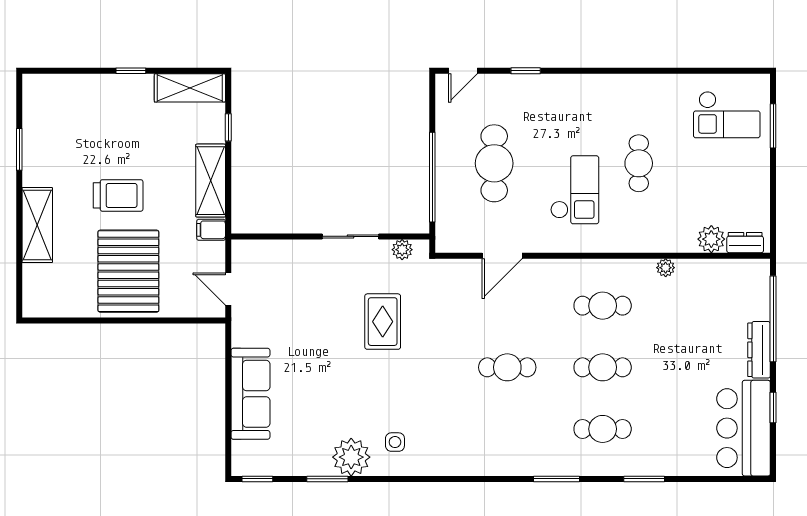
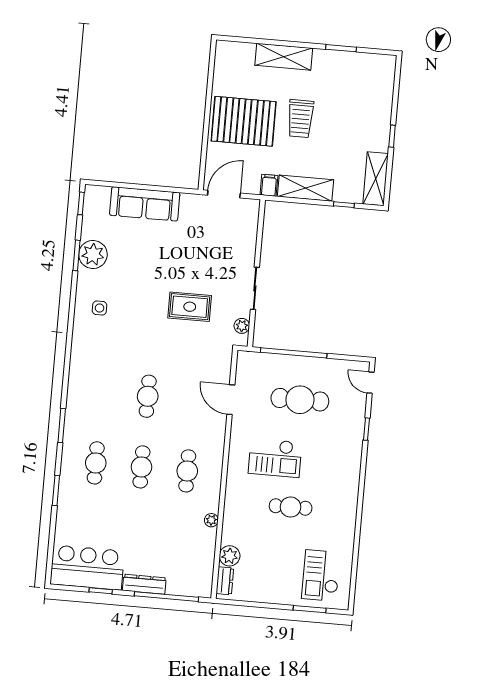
door: (228, 289) -> (224, 194), width x1.38
plant: (351, 457) -> (93, 254), moved

